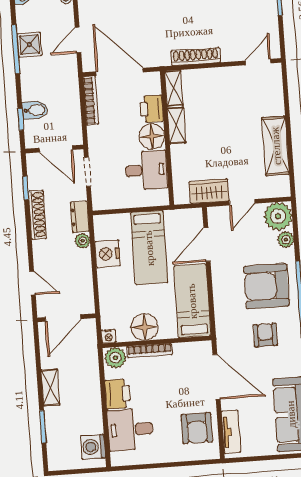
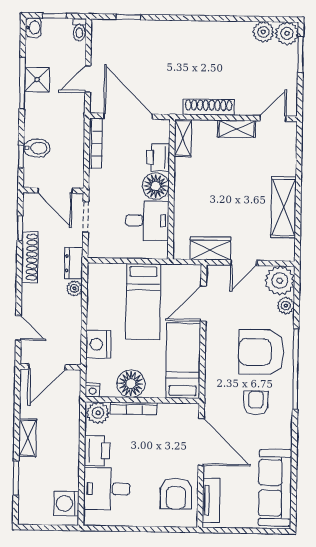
shelving: (176, 125) -> (237, 129), moved, turned 90
nightstand: (107, 254) -> (98, 344), moved

